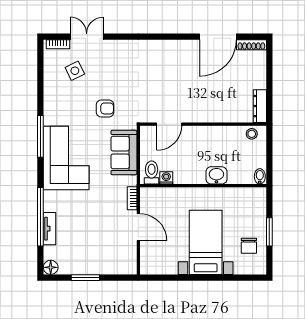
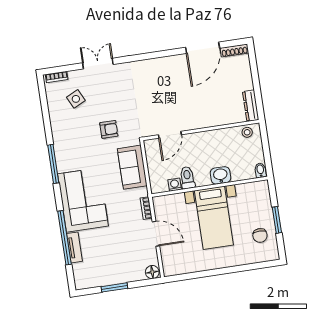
double door: (87, 37) -> (98, 64), moved
corner sofa: (66, 158) -> (83, 200), moved
toilet: (152, 173) -> (187, 178), moved
bed with nightstands: (206, 242) -> (214, 218), moved, turned 180
floor lamp: (51, 267) -> (152, 272), moved

